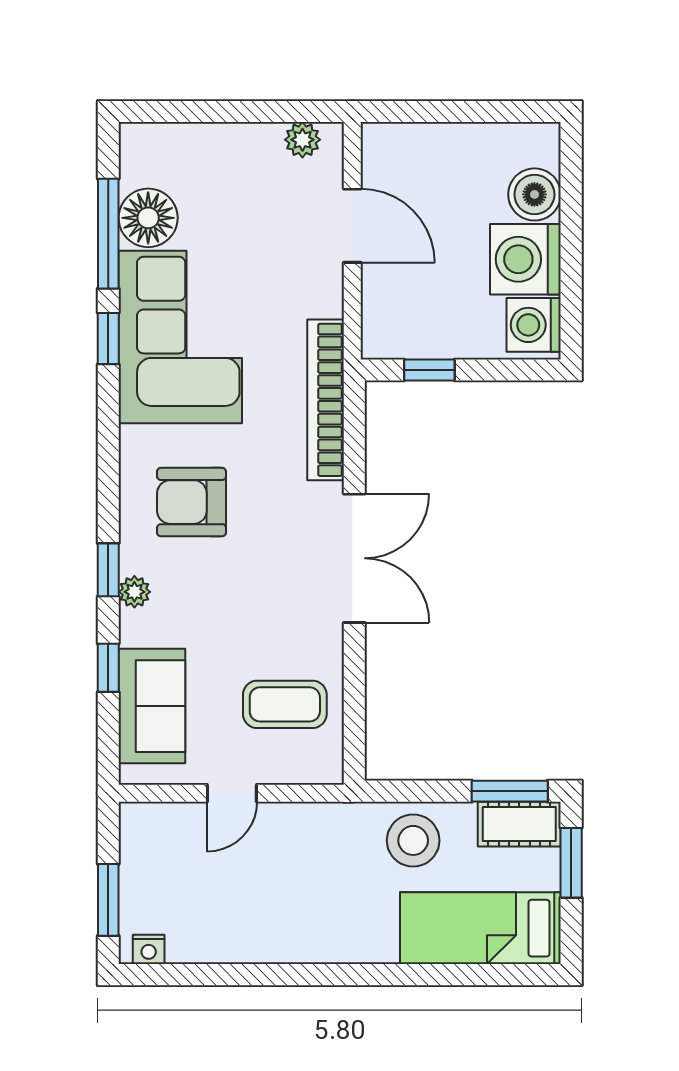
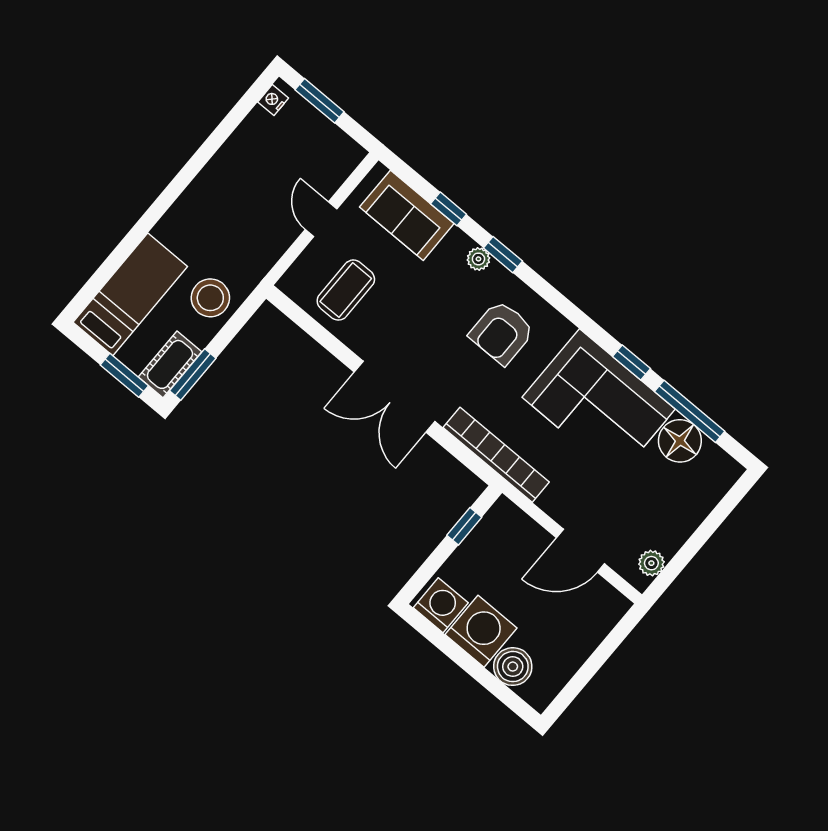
armchair: (192, 502) -> (502, 333), turned 180

